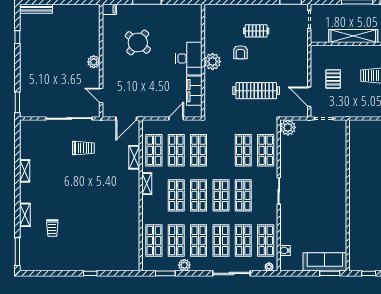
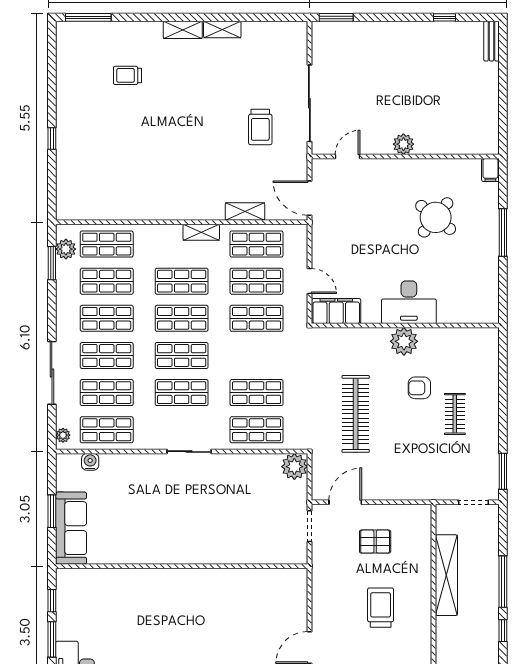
bench: (36, 9) -> (492, 41), width x0.73
filing cabinet: (194, 91) -> (336, 311), moved
shelving: (25, 215) -> (183, 30), moved
plant: (184, 265) -> (66, 249), moved
window: (330, 273) -> (52, 511), moved

